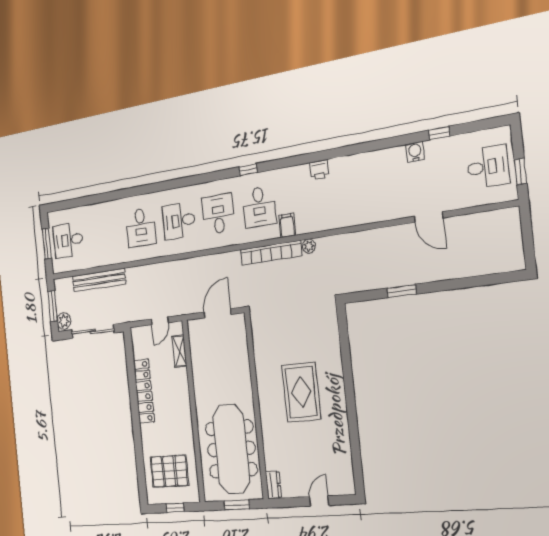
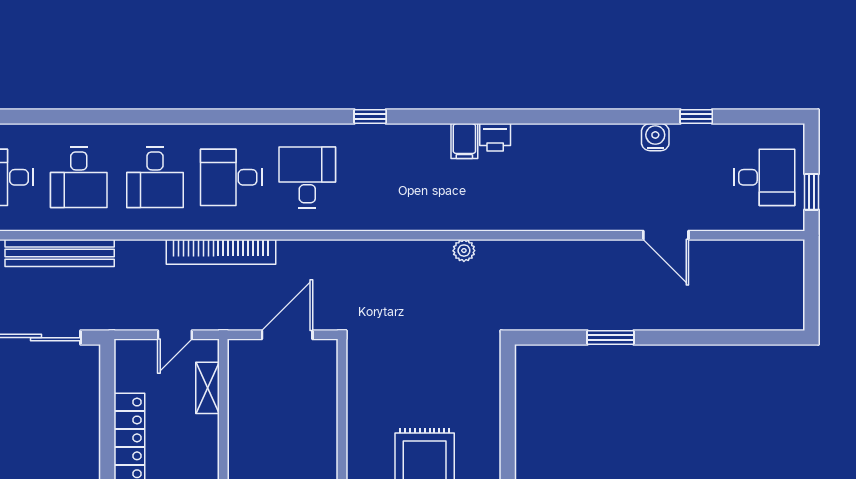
desk: (259, 207) -> (79, 177), moved
filing cabinet: (287, 225) -> (464, 141), moved, turned 180
bookcase: (271, 253) -> (221, 252), moved

